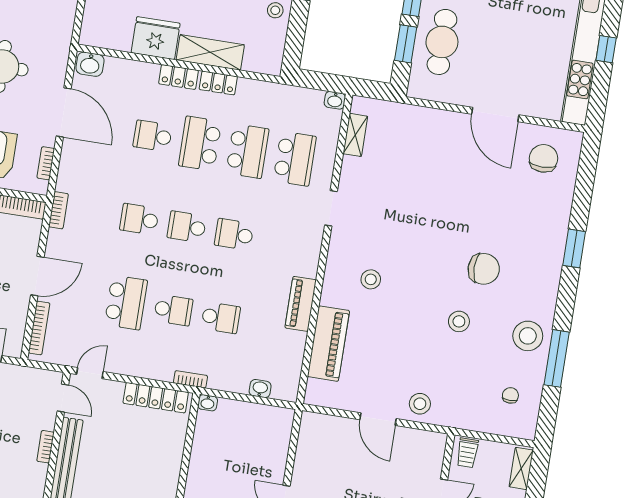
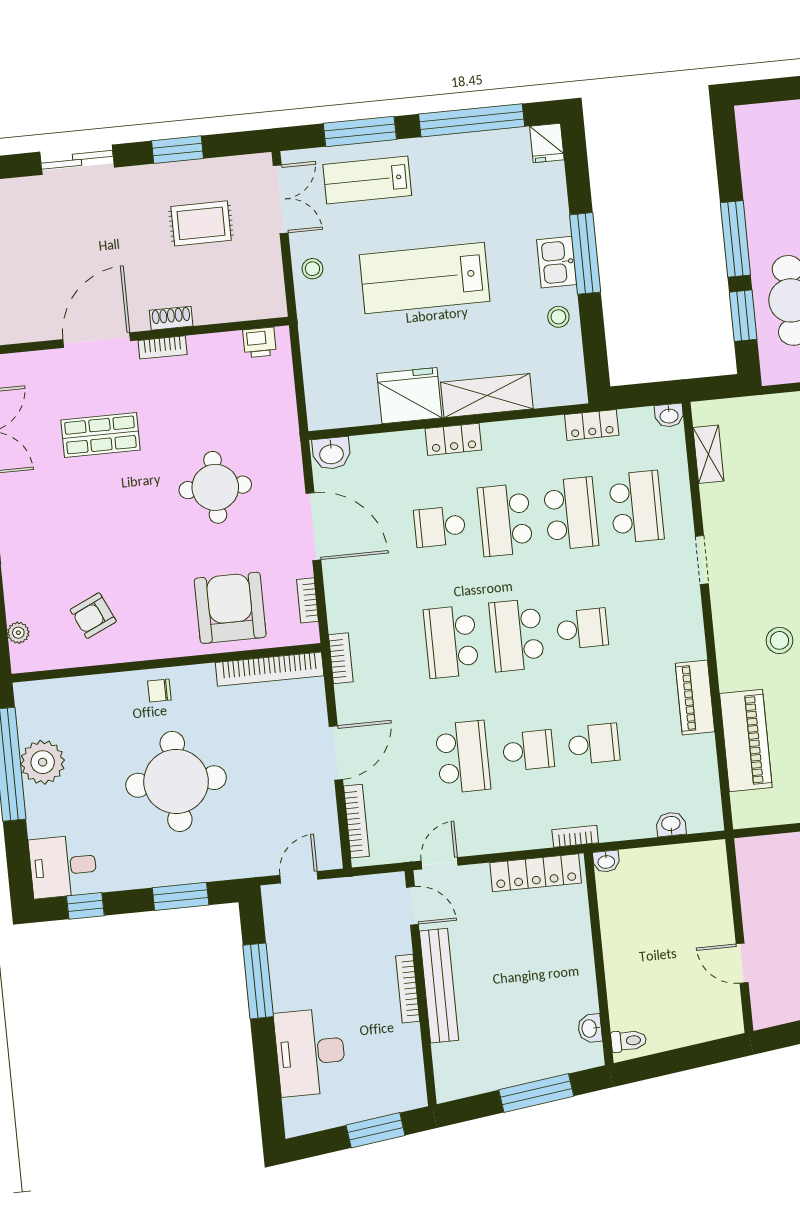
locker: (218, 83) -> (592, 425), moved
school desk: (139, 219) -> (451, 642), width x1.85
school desk: (187, 227) -> (517, 635), width x1.85
school desk: (234, 234) -> (582, 629), turned 180
bookcase: (45, 447) -> (408, 989), width x1.56

